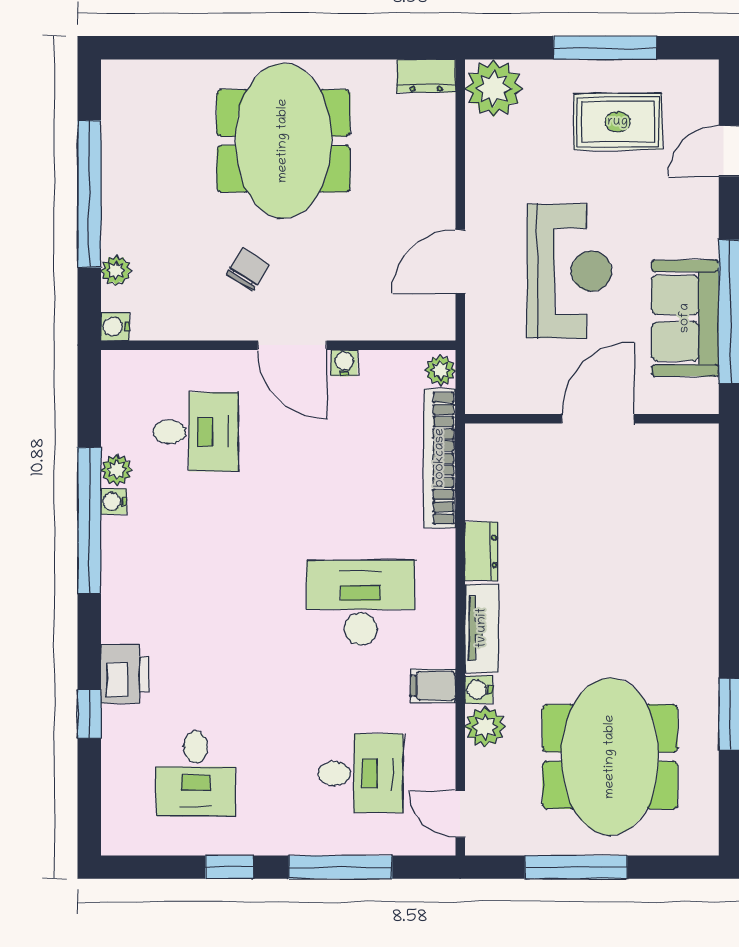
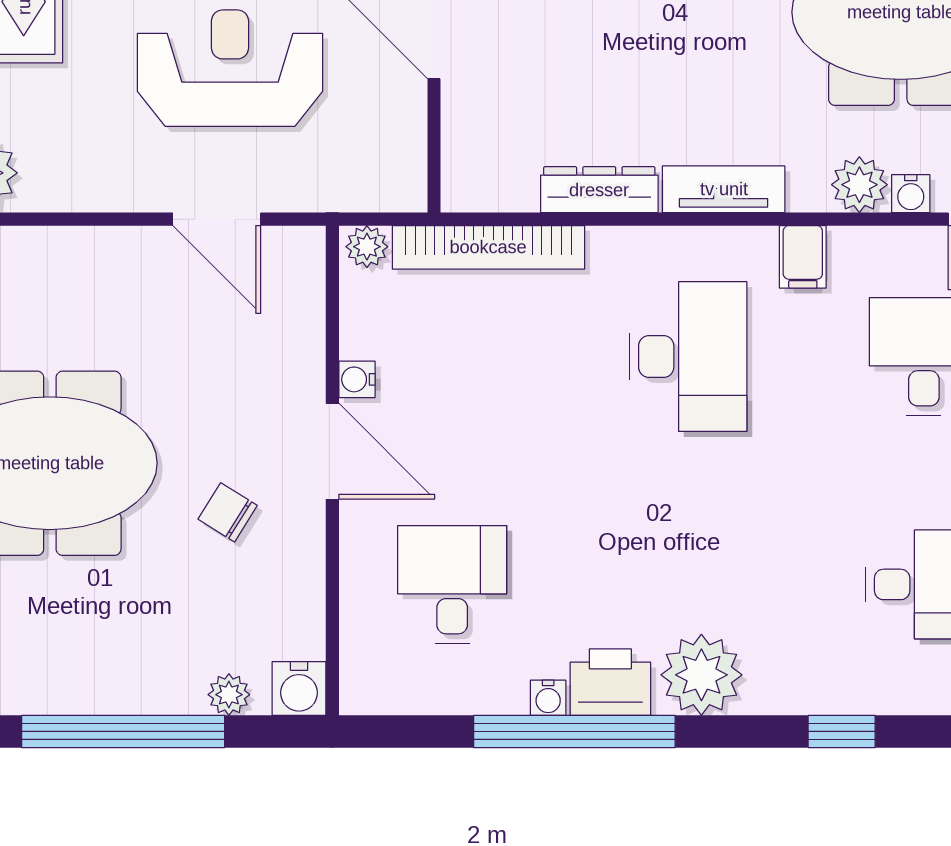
water cooler: (115, 326) -> (299, 689), width x1.38, depth x1.38
door: (292, 345) -> (332, 451), hinge flipped
plant: (117, 470) -> (701, 675), moved, width x1.87, depth x1.87
dresser: (481, 551) -> (599, 190), width x1.44
desk: (361, 603) -> (688, 357), turned 180
printer: (125, 674) -> (610, 682), moved
water cooler: (479, 690) -> (911, 194), moved

